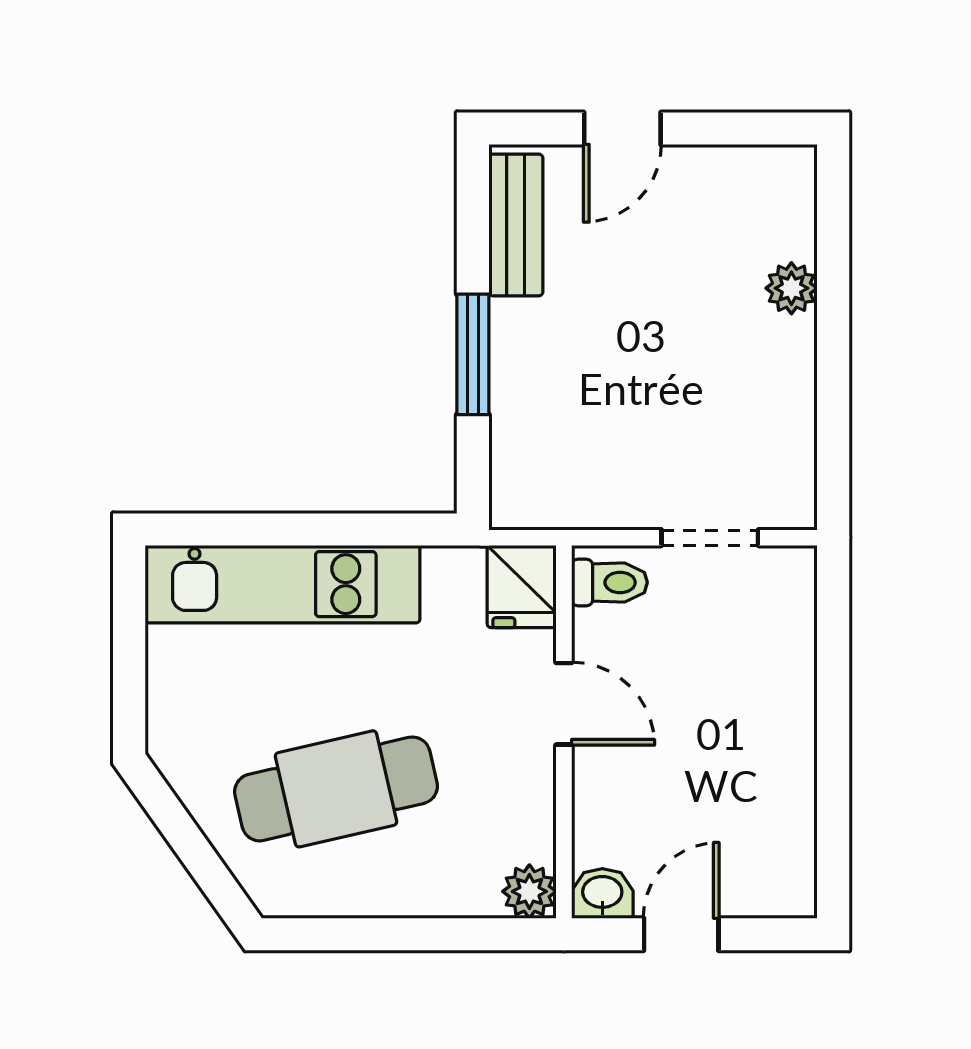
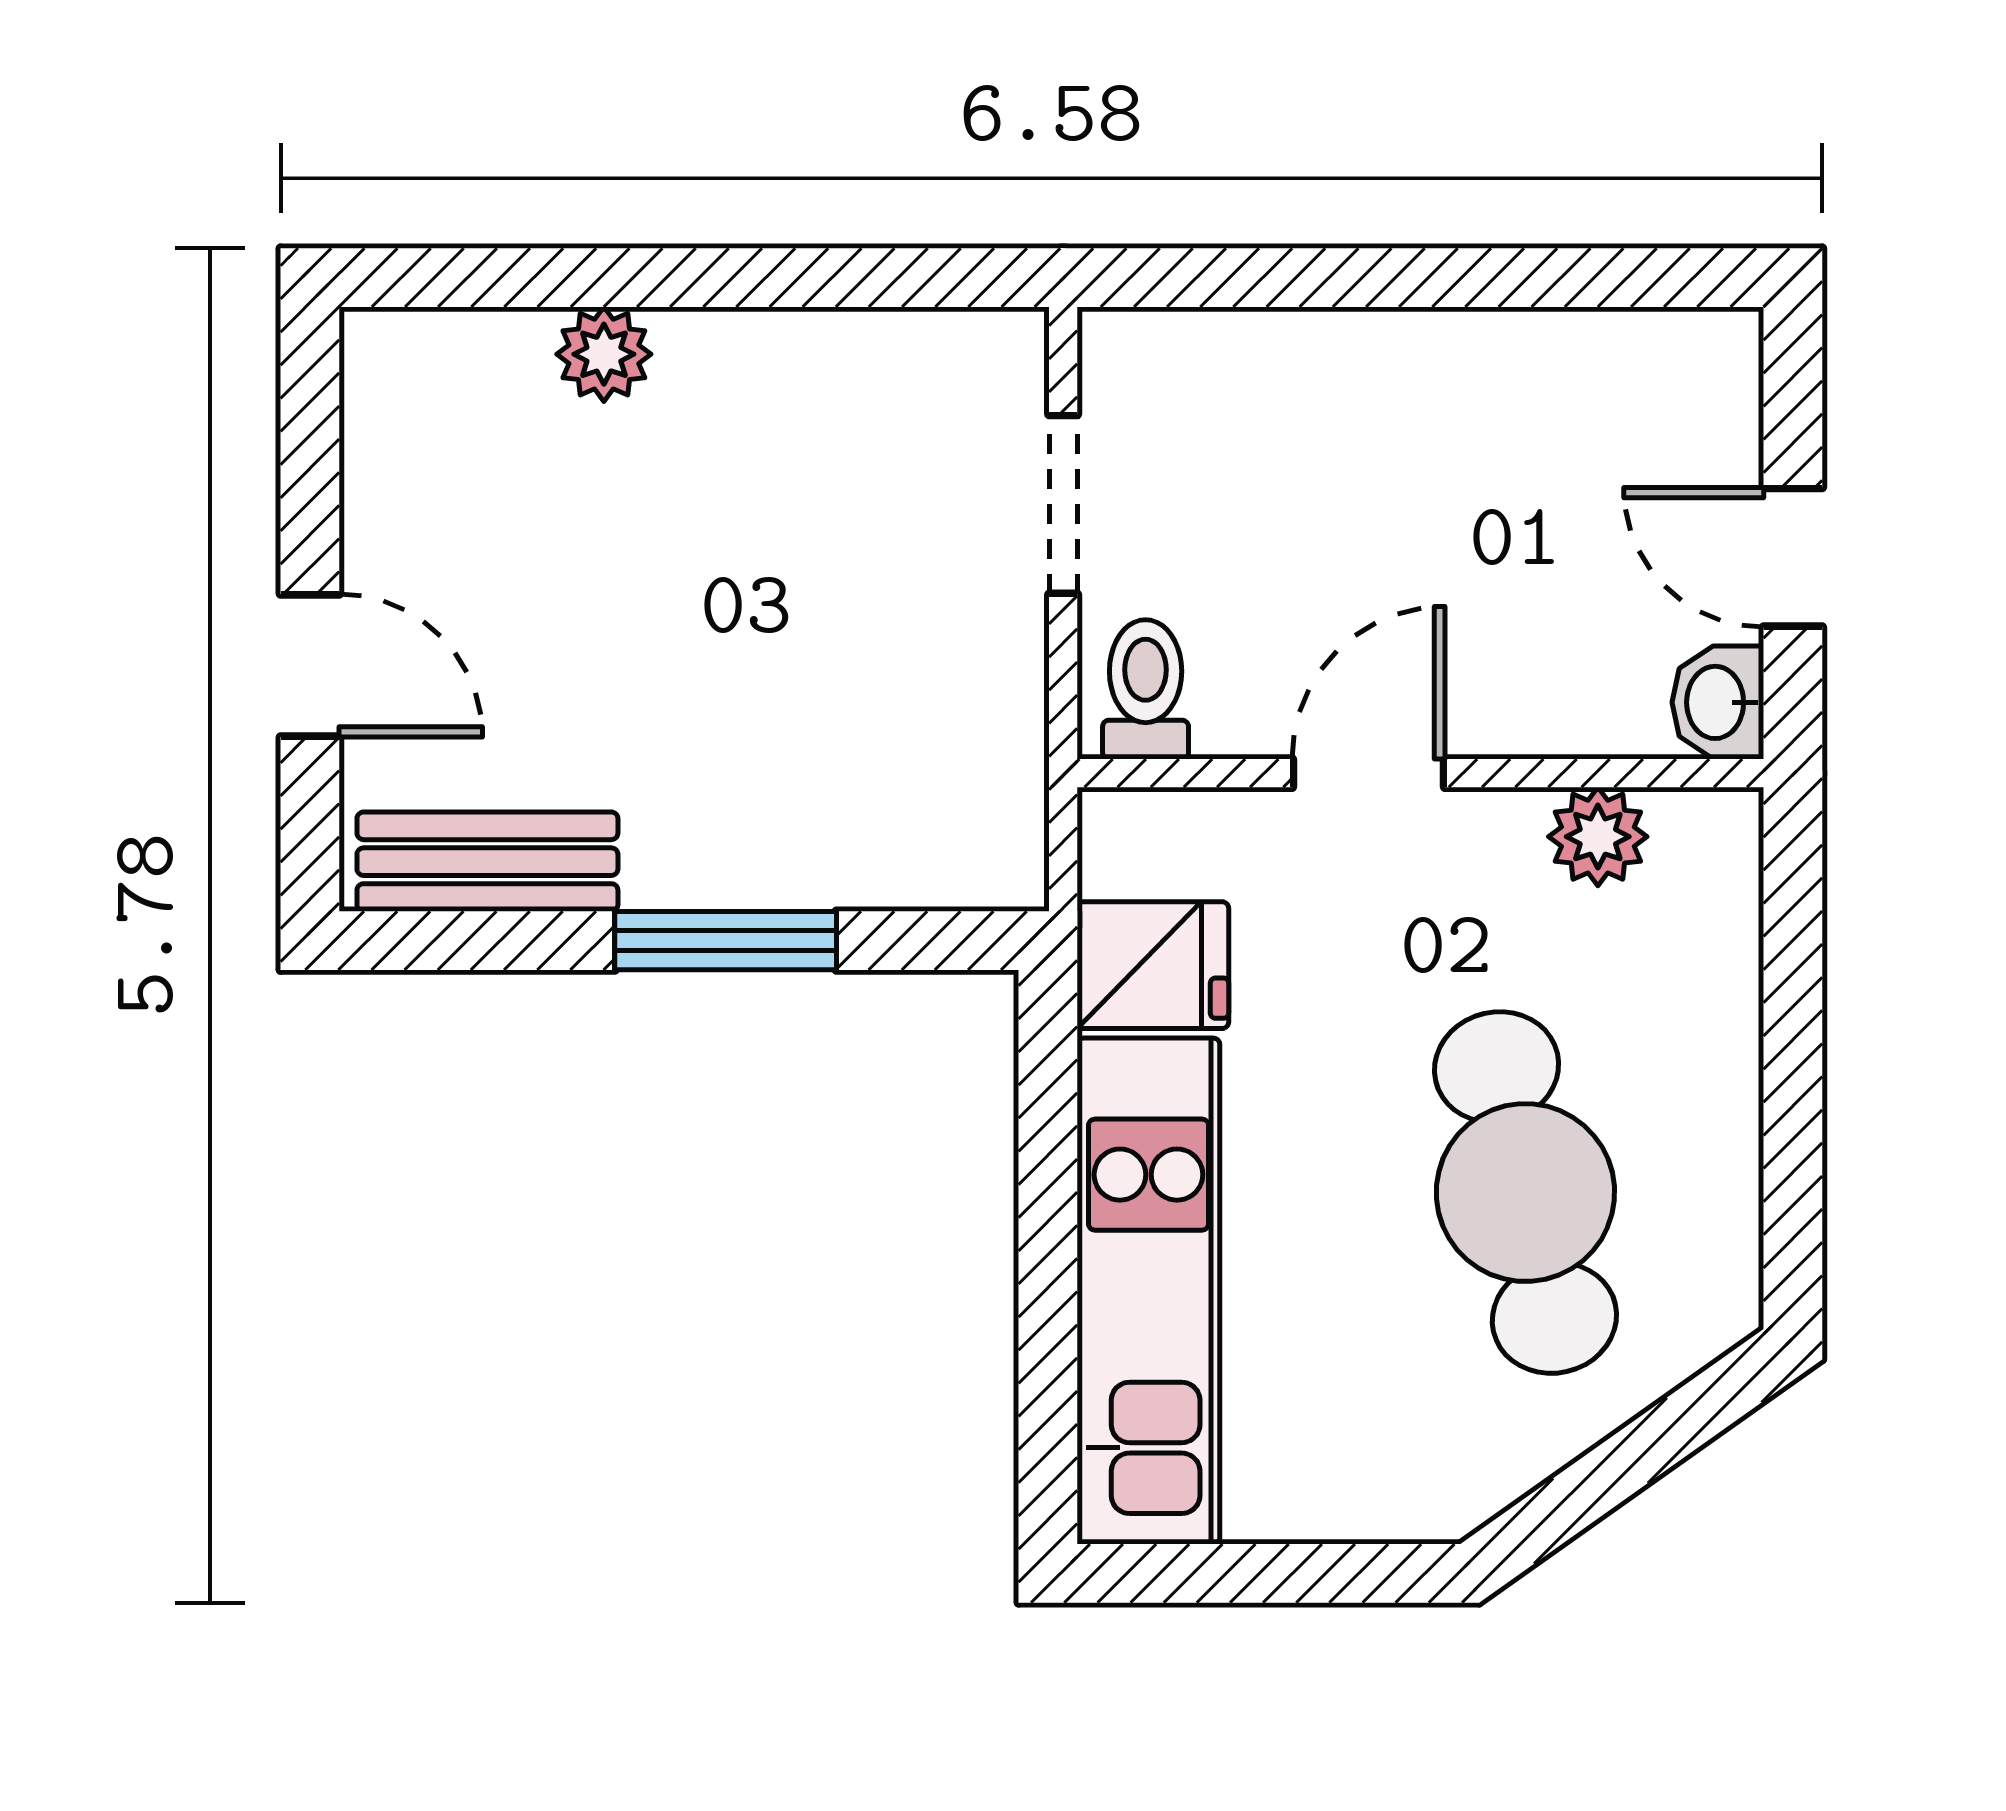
fridge: (522, 586) -> (1153, 965), moved
plant: (529, 891) -> (1598, 837), moved

